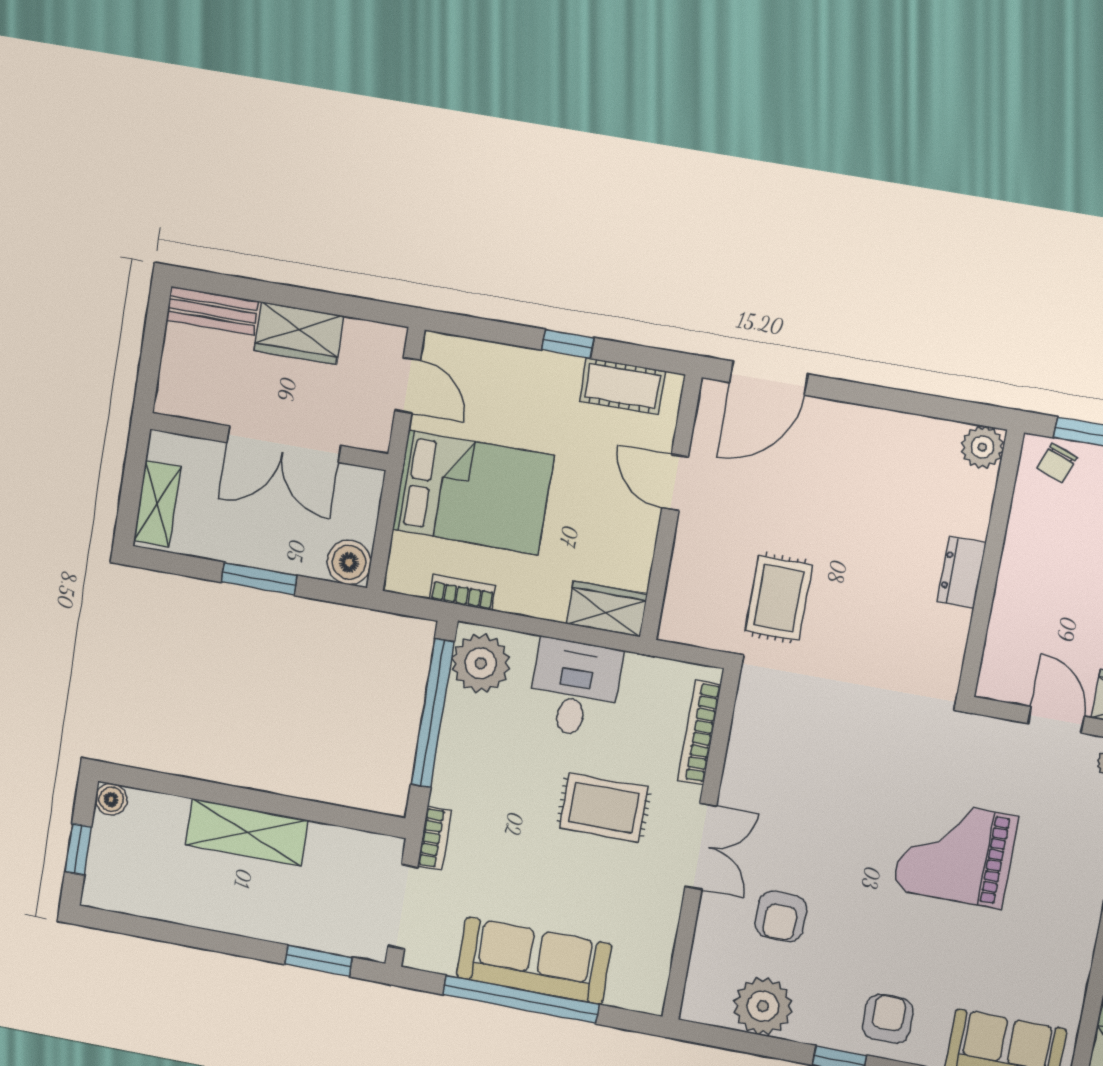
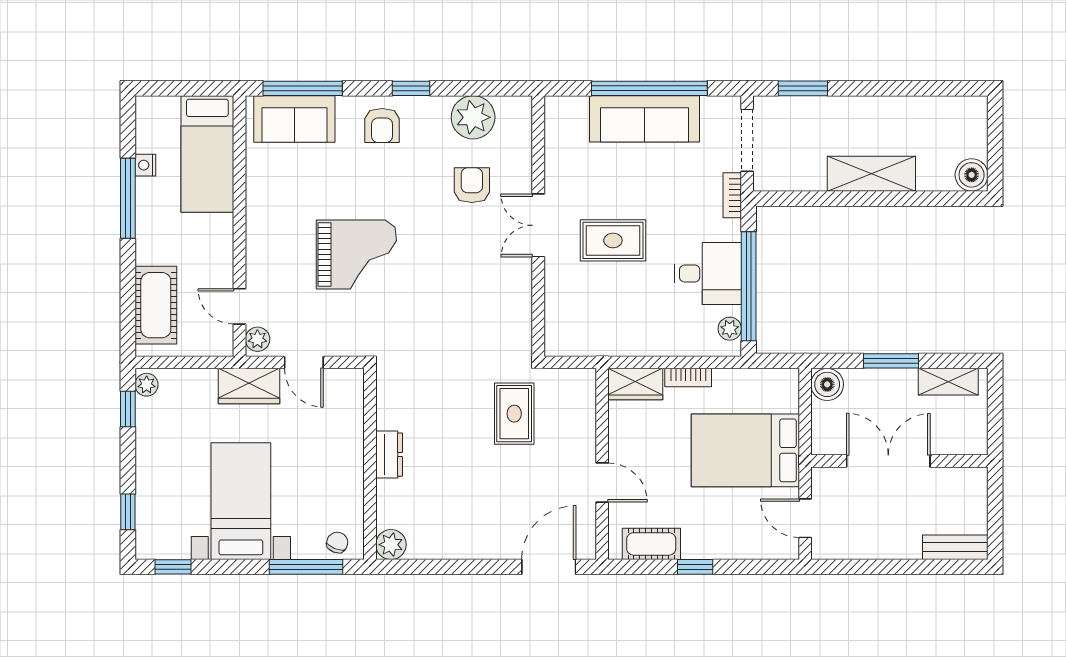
wardrobe: (299, 333) -> (890, 542), removed
shelving: (157, 504) -> (948, 382), moved, turned 90
bookcase: (463, 592) -> (688, 378), moved
plant: (481, 663) -> (730, 329), width x0.53, depth x0.53
desk: (575, 688) -> (708, 274), moved, turned -90
bookcase: (699, 732) -> (554, 308), removed
boiler: (111, 799) -> (972, 175), width x1.36, depth x1.36
window: (78, 849) -> (995, 137), removed

